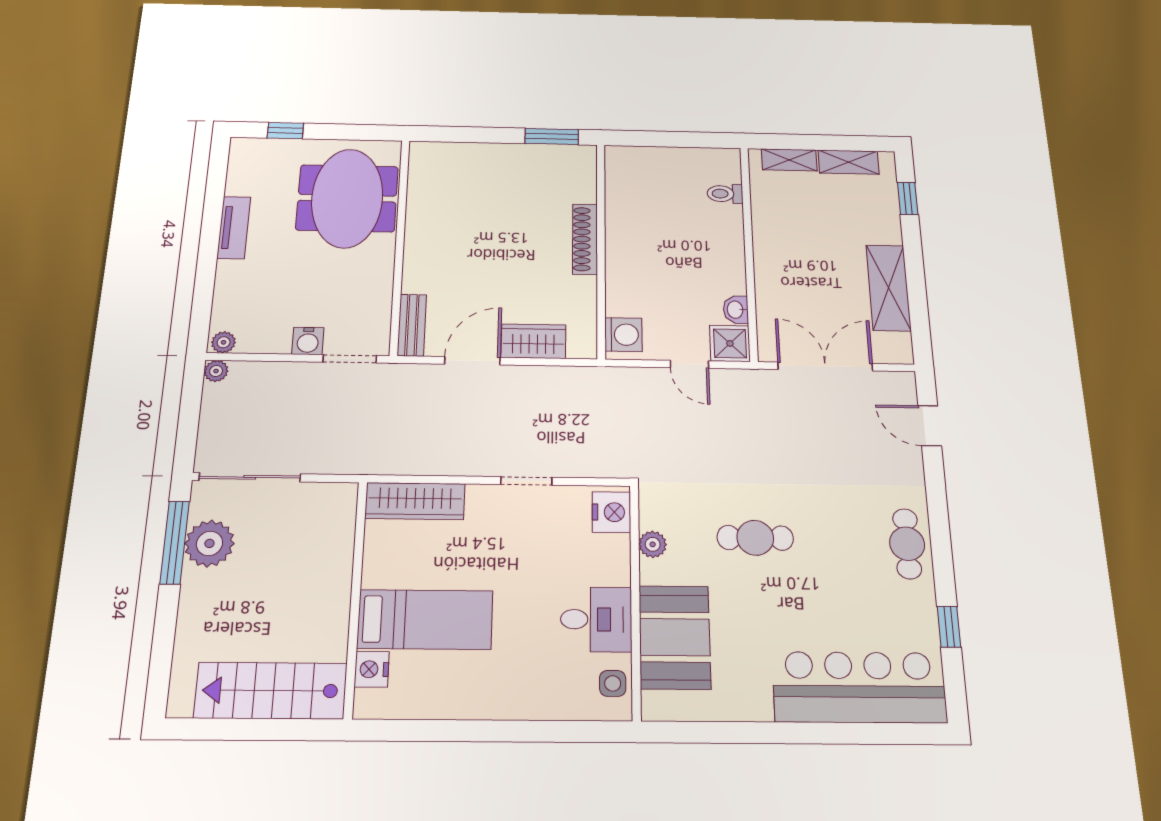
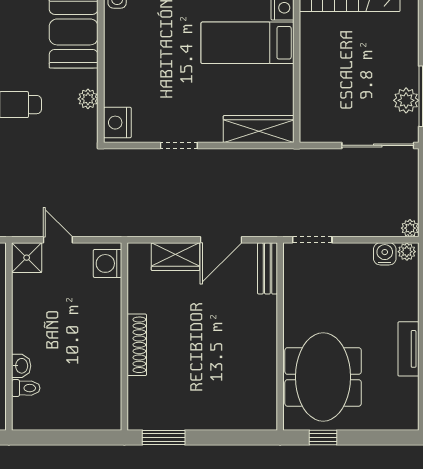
window: (285, 131) -> (323, 437), moved
washbasin: (736, 310) -> (21, 366), moved
water cooler: (308, 341) -> (385, 254), moved
plant: (209, 543) -> (406, 100), width x0.73, depth x0.73
desk: (596, 619) -> (128, 44), removed

